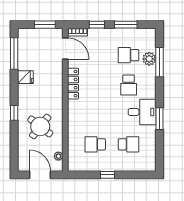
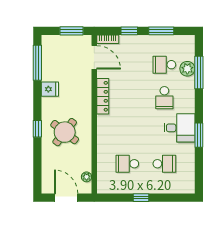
round table: (40, 126) -> (65, 132), moved

